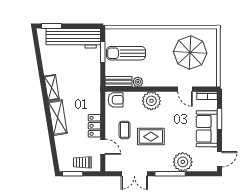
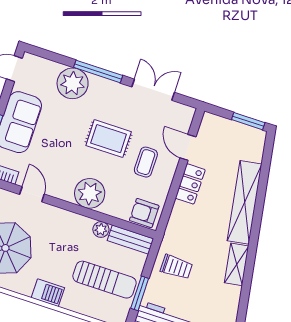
barbecue: (157, 35) -> (48, 293), added
shelving: (58, 118) -> (245, 202), width x1.47
trolley: (82, 162) -> (176, 267), moved

